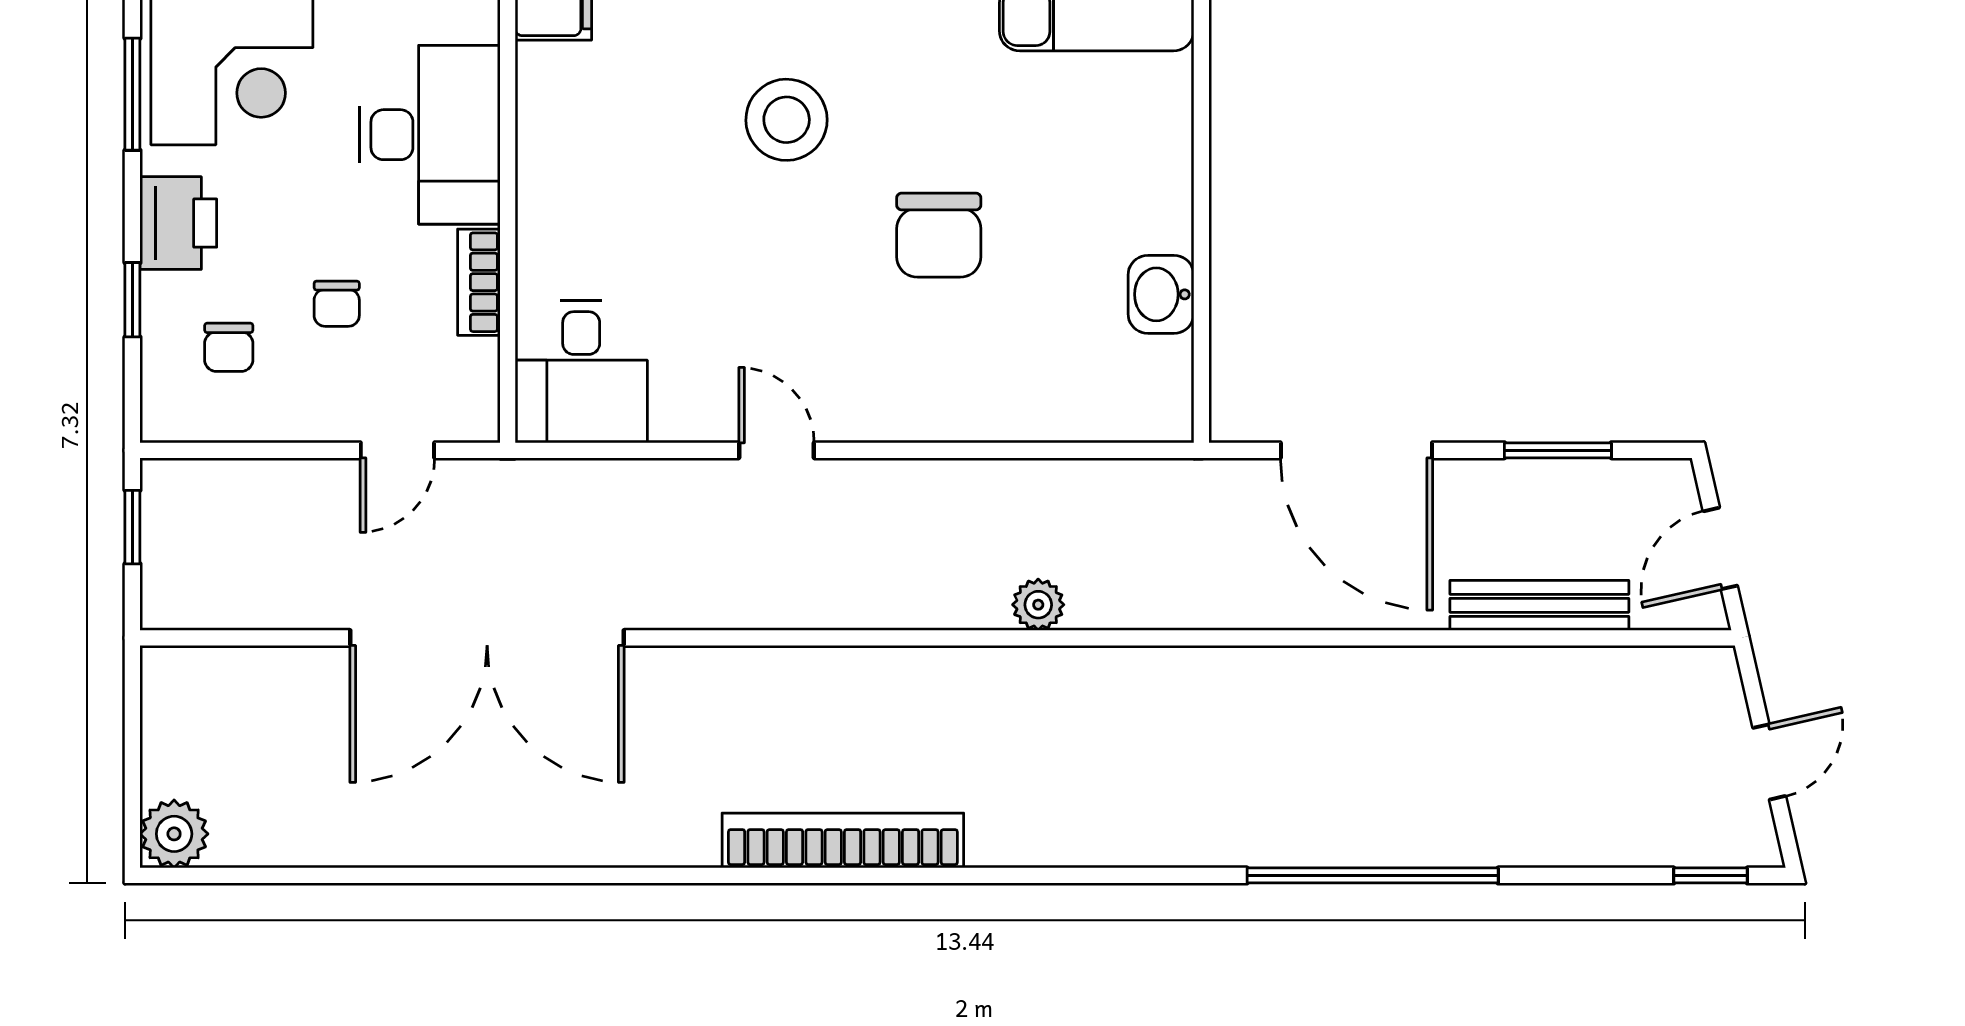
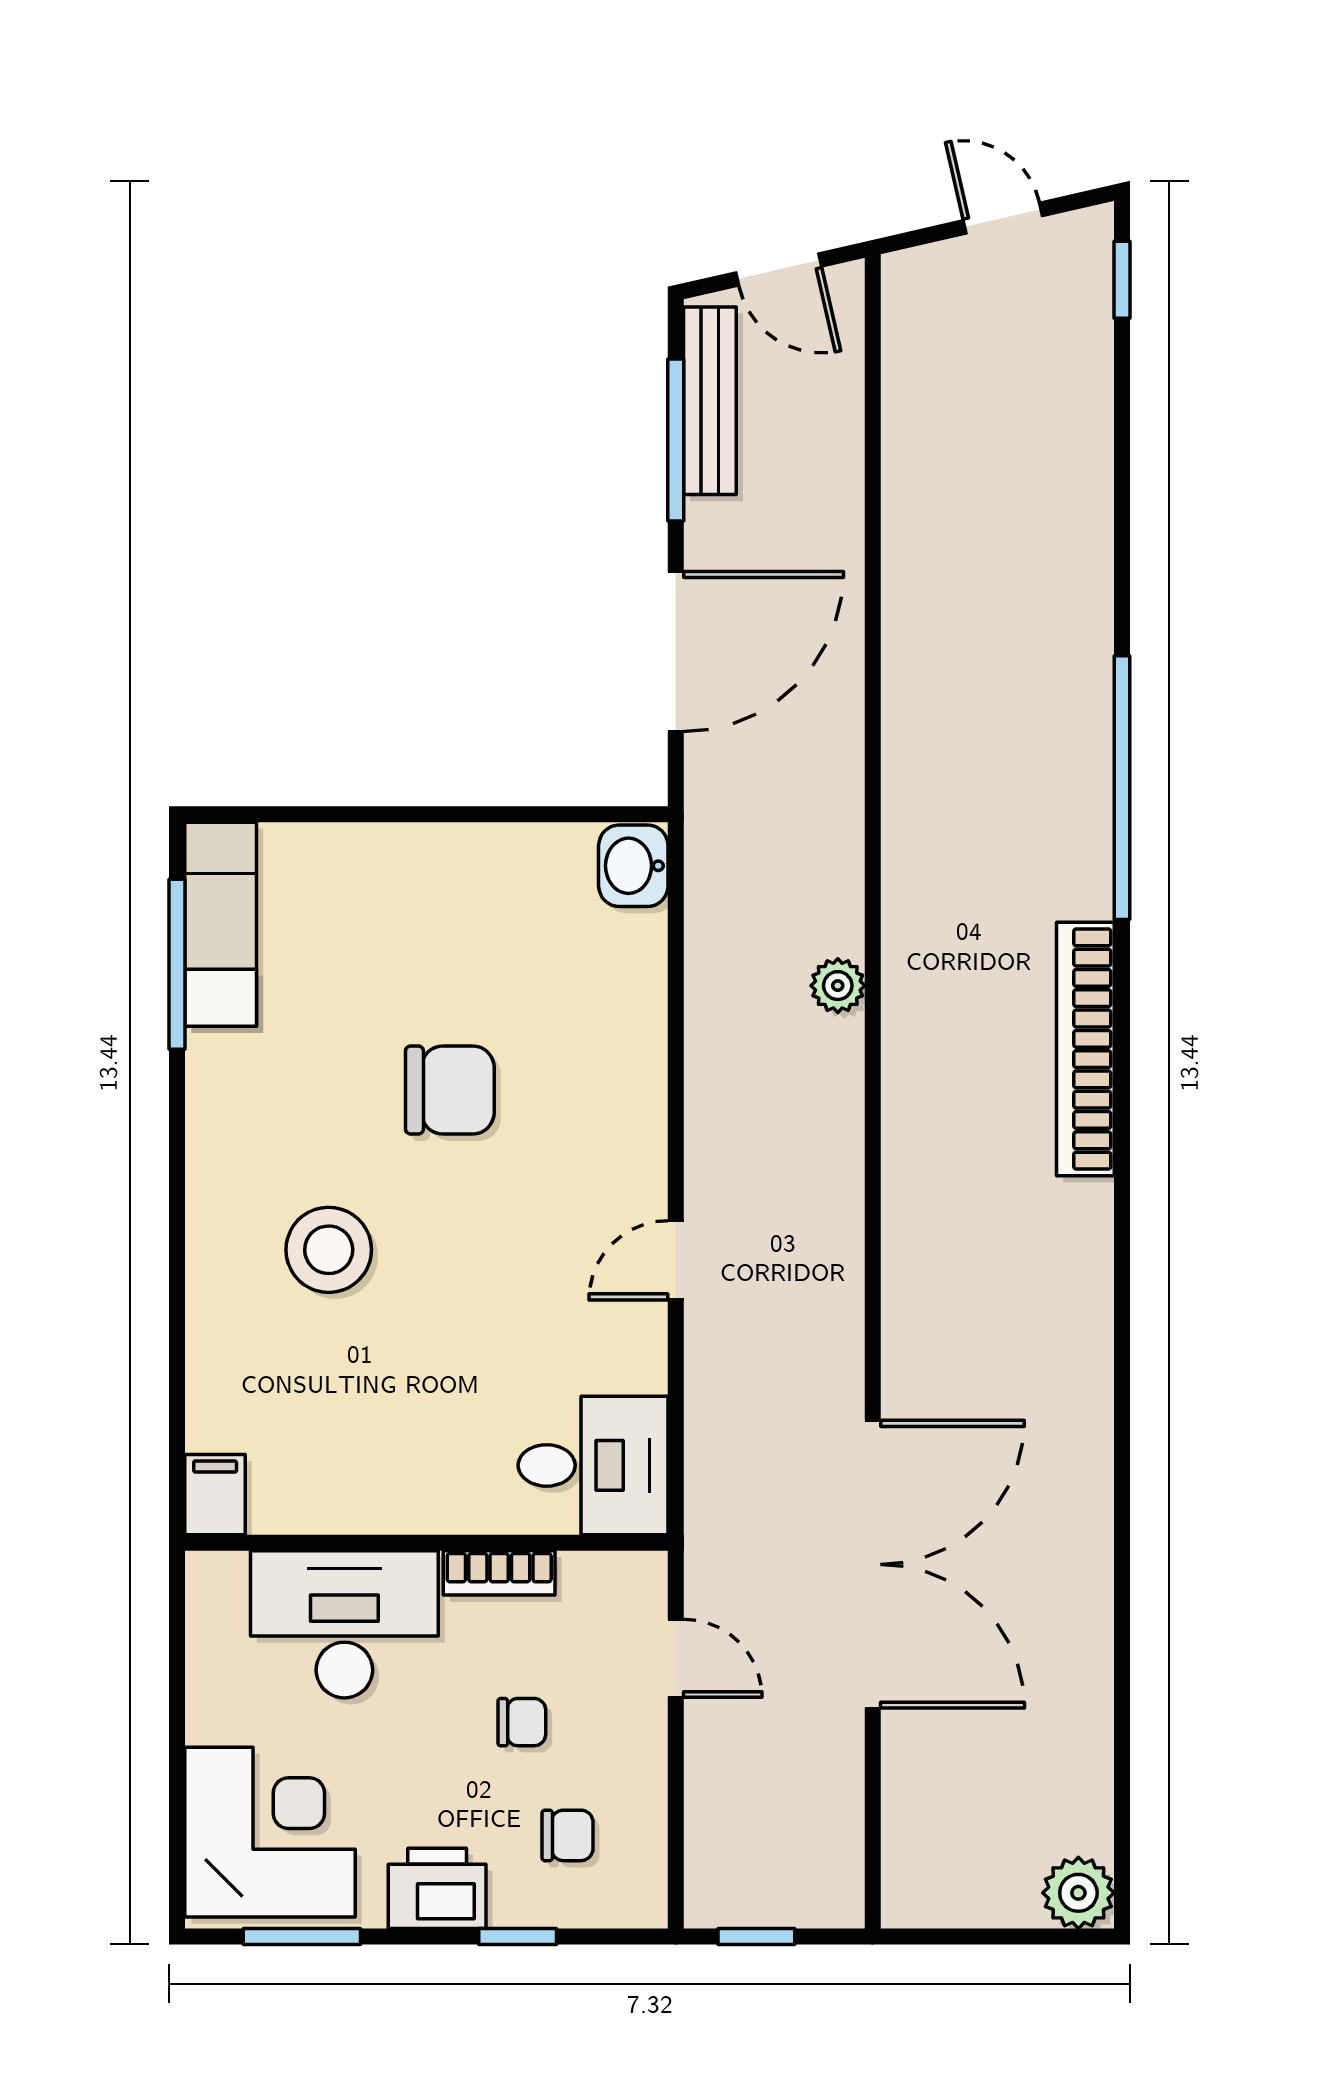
washbasin: (1161, 294) -> (633, 866), moved, turned 90
window: (1558, 450) -> (676, 440), width x1.44
bench: (1539, 605) -> (710, 401), moved
bookcase: (843, 840) -> (1085, 1049), moved
window: (1373, 875) -> (1122, 788), moved

